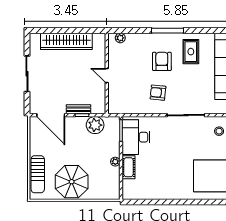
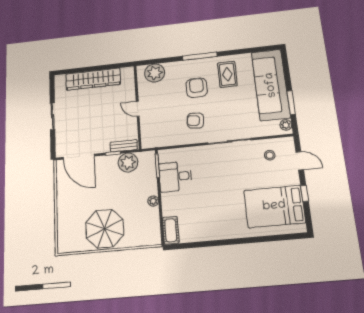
plant: (120, 38) -> (155, 73), width x1.88, depth x1.88
sliding door: (27, 74) -> (52, 116), width x0.73
bench: (79, 109) -> (124, 146), moved
desk: (136, 137) -> (175, 177), width x0.73
cot: (128, 167) -> (171, 230), moved
sun lounger: (38, 174) -> (66, 224), removed

